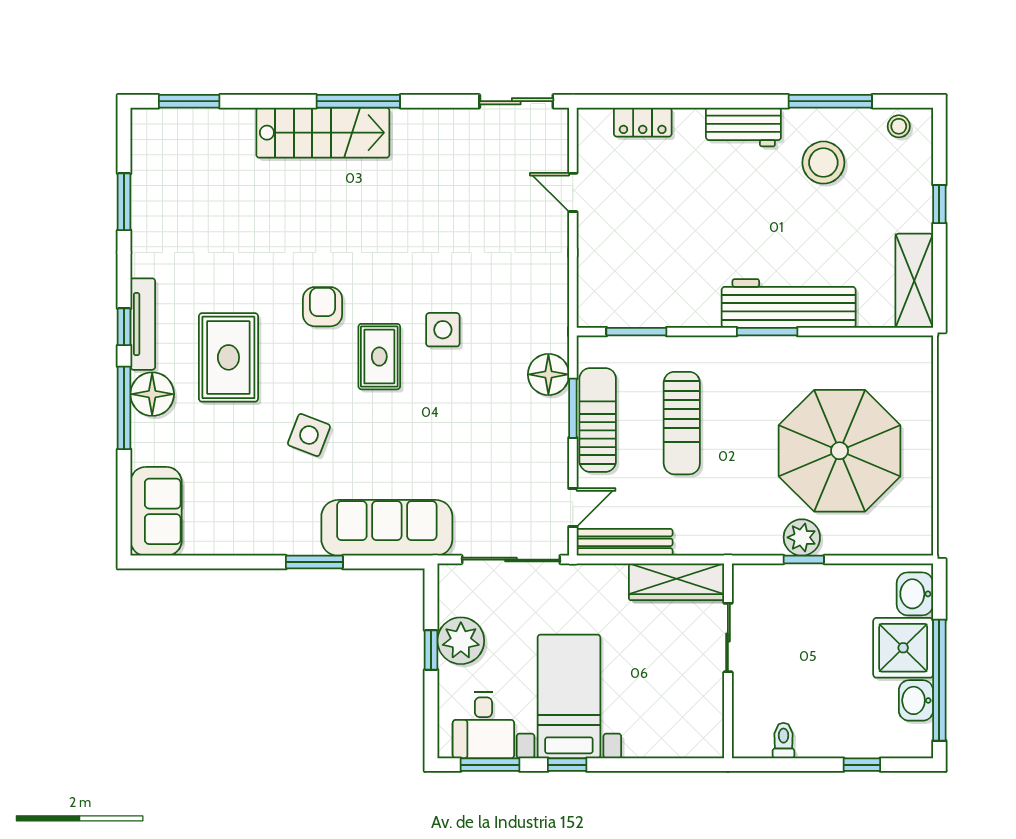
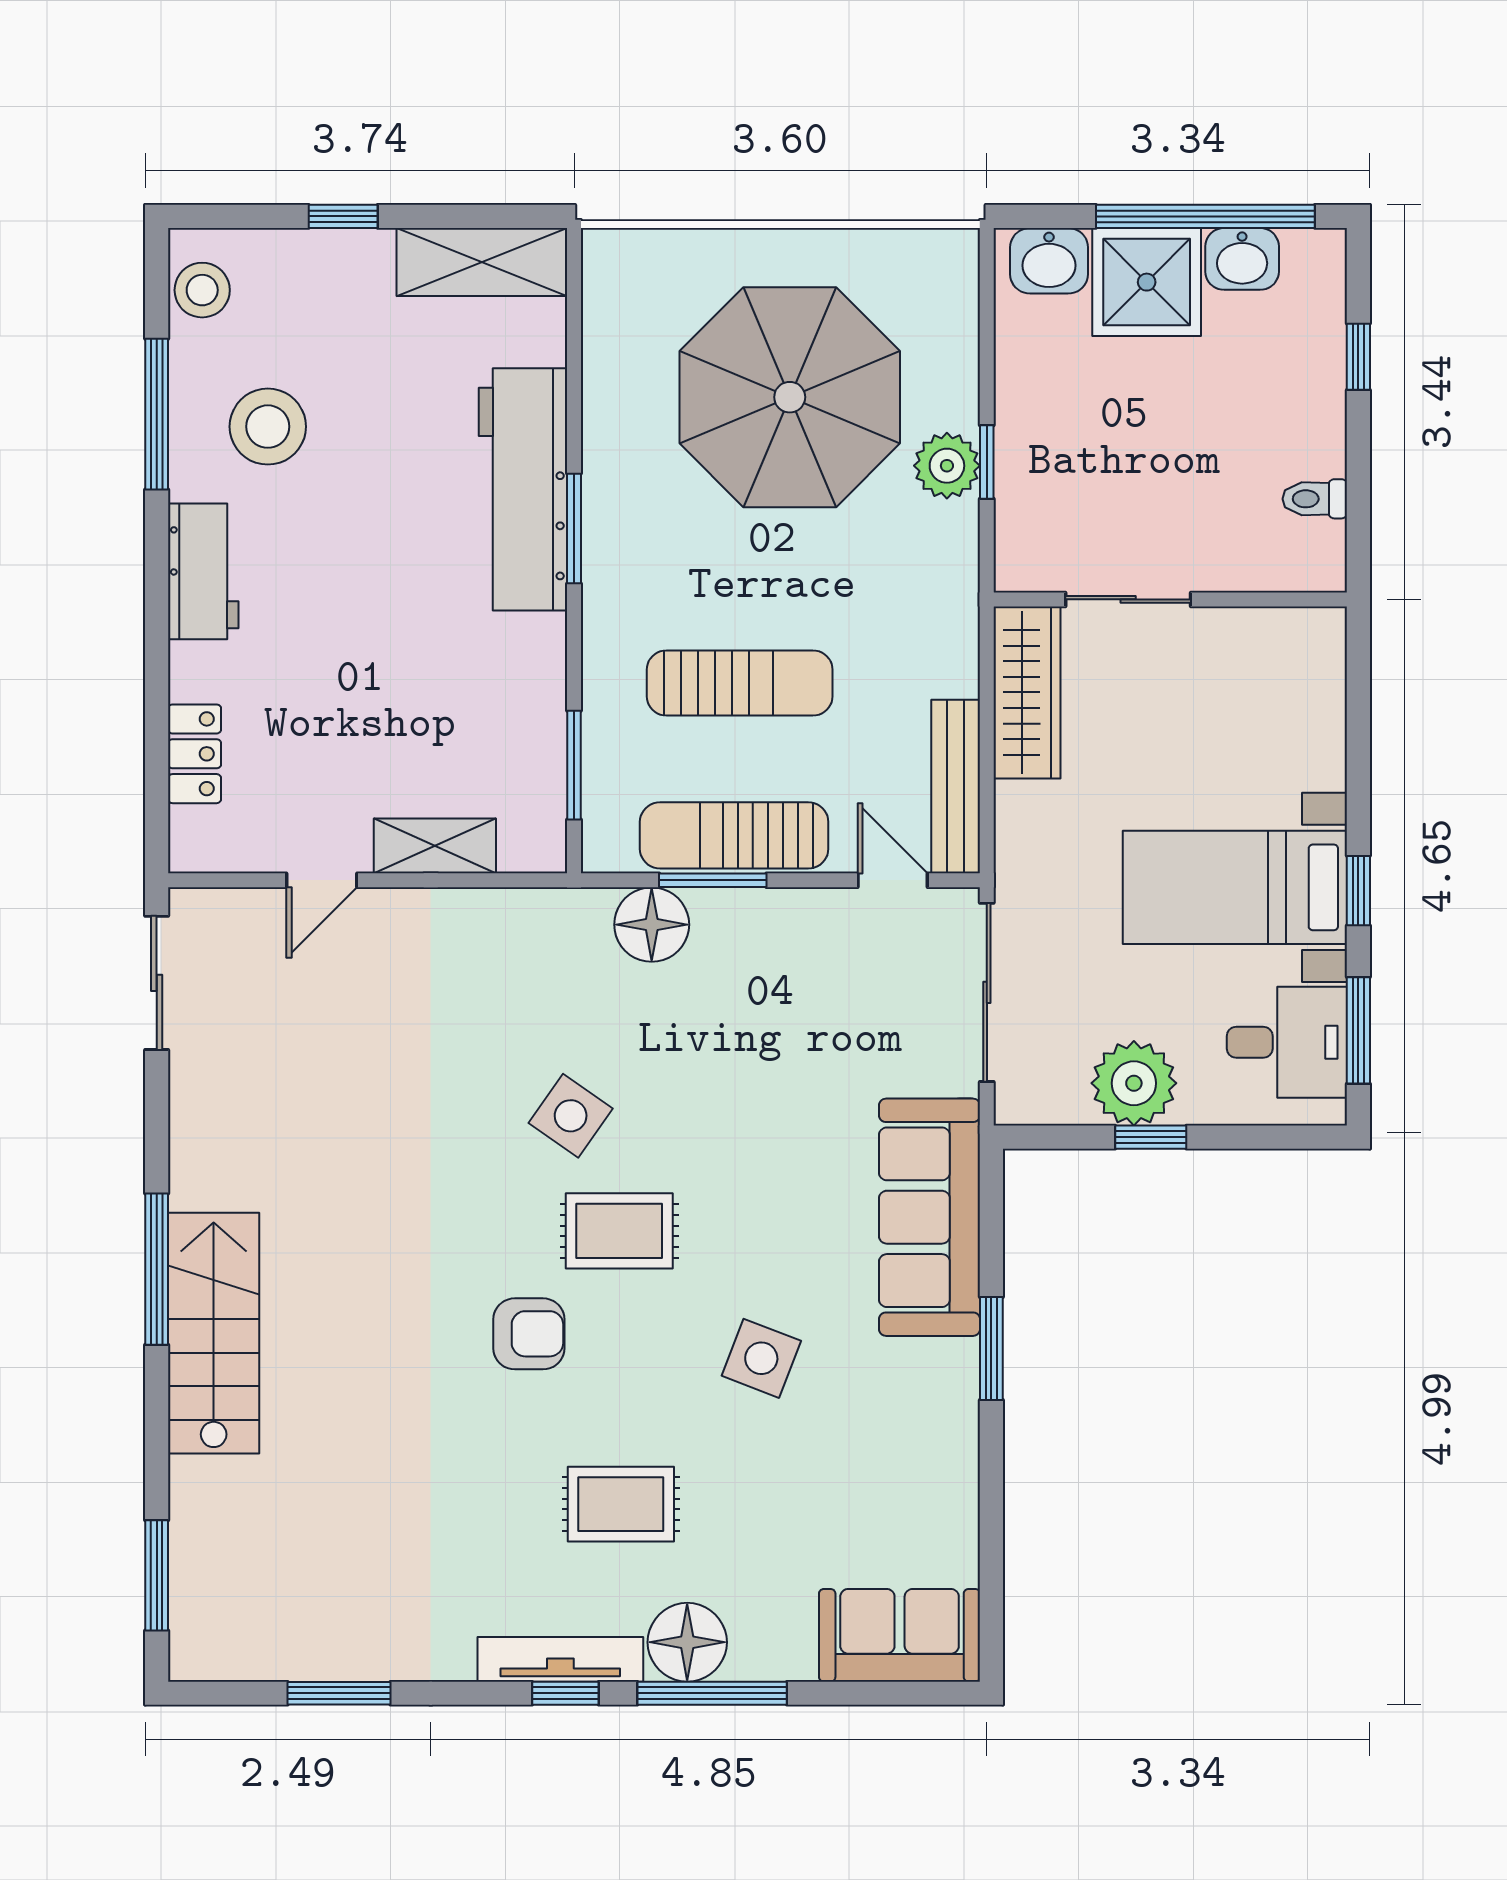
stool: (899, 126) -> (202, 290), width x1.37, depth x1.37
shelving: (592, 255) -> (435, 846), added
armchair: (322, 307) -> (529, 1334), turned 180
side table: (443, 330) -> (571, 1116), turned 35
rug: (228, 357) -> (621, 1504), width x0.73, depth x0.70

